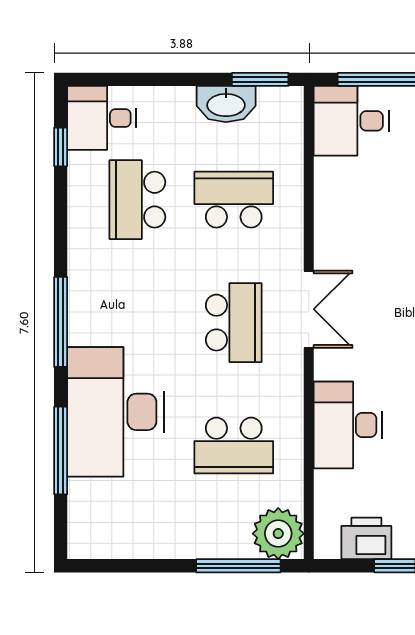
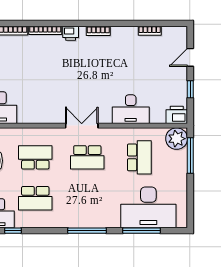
school desk: (234, 200) -> (35, 157), turned 90
school desk: (234, 323) -> (87, 157), turned 180
desk: (116, 412) -> (148, 207), moved
printer: (366, 538) -> (177, 115), moved, turned 90

